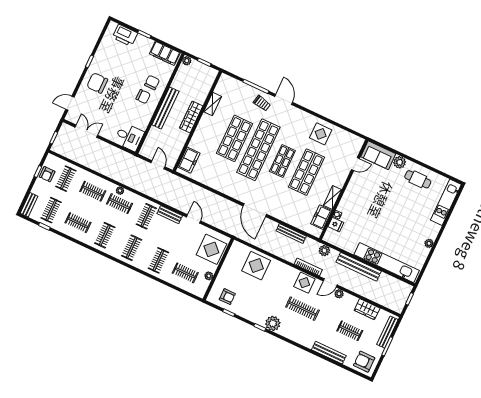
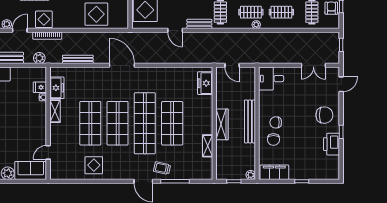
printer: (125, 35) -> (332, 144), moved, turned -90
shop shelf: (282, 161) -> (118, 123), width x1.43, depth x1.36

